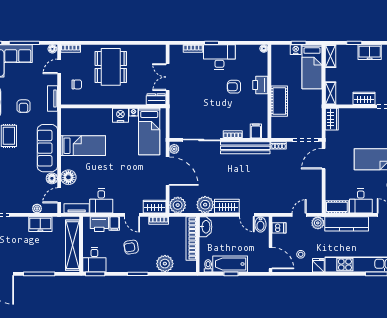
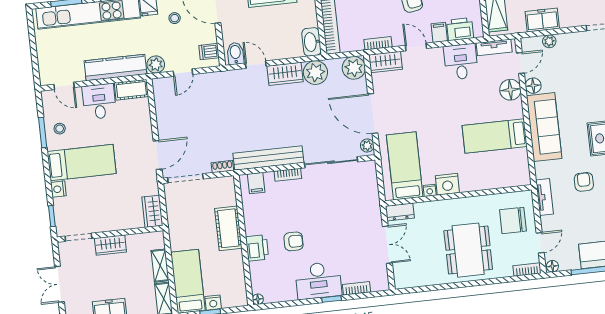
chair: (77, 84) -> (513, 220), width x1.87, depth x1.87
shelving: (330, 93) -> (160, 266), moved

